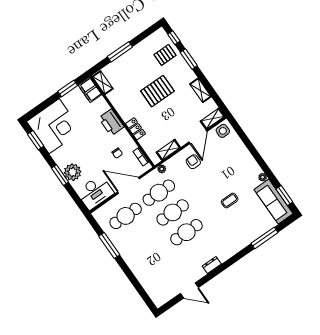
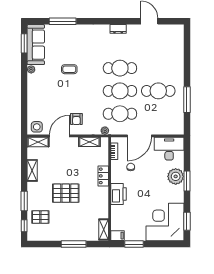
filing cabinet: (90, 90) -> (118, 236), width x0.50
door: (129, 185) -> (139, 136), hinge flipped
cafe table: (126, 216) -> (158, 91), moved

